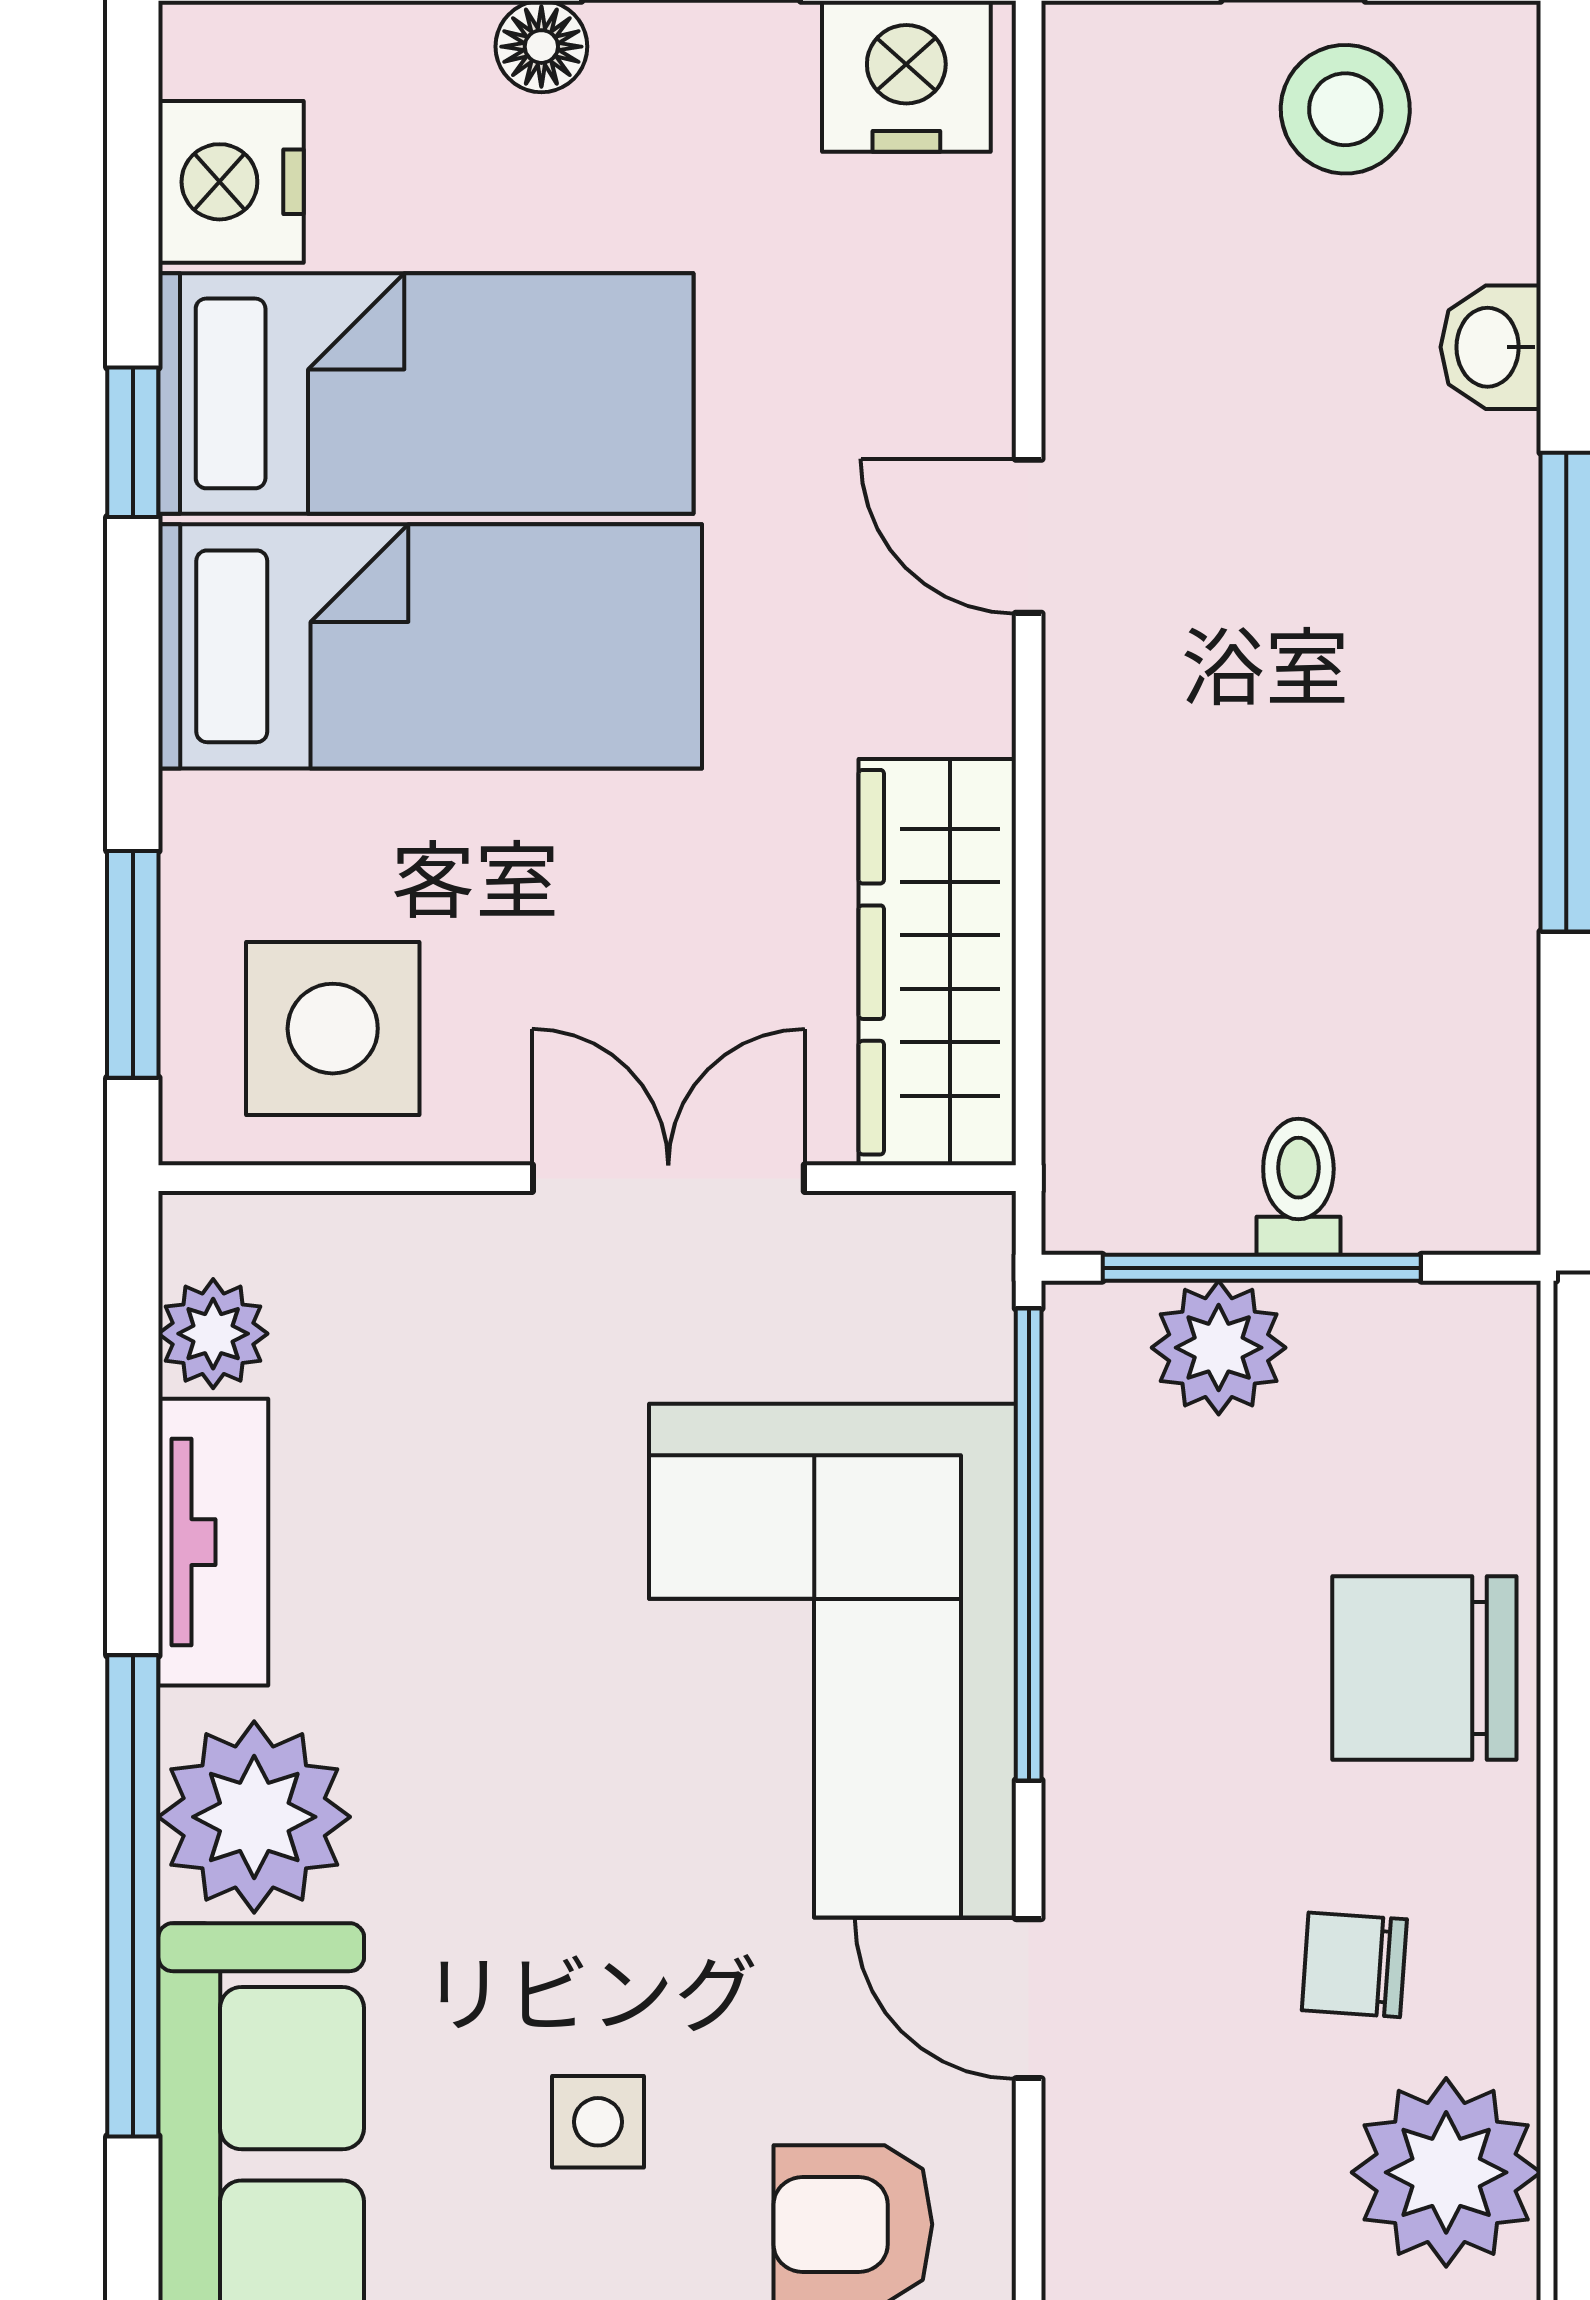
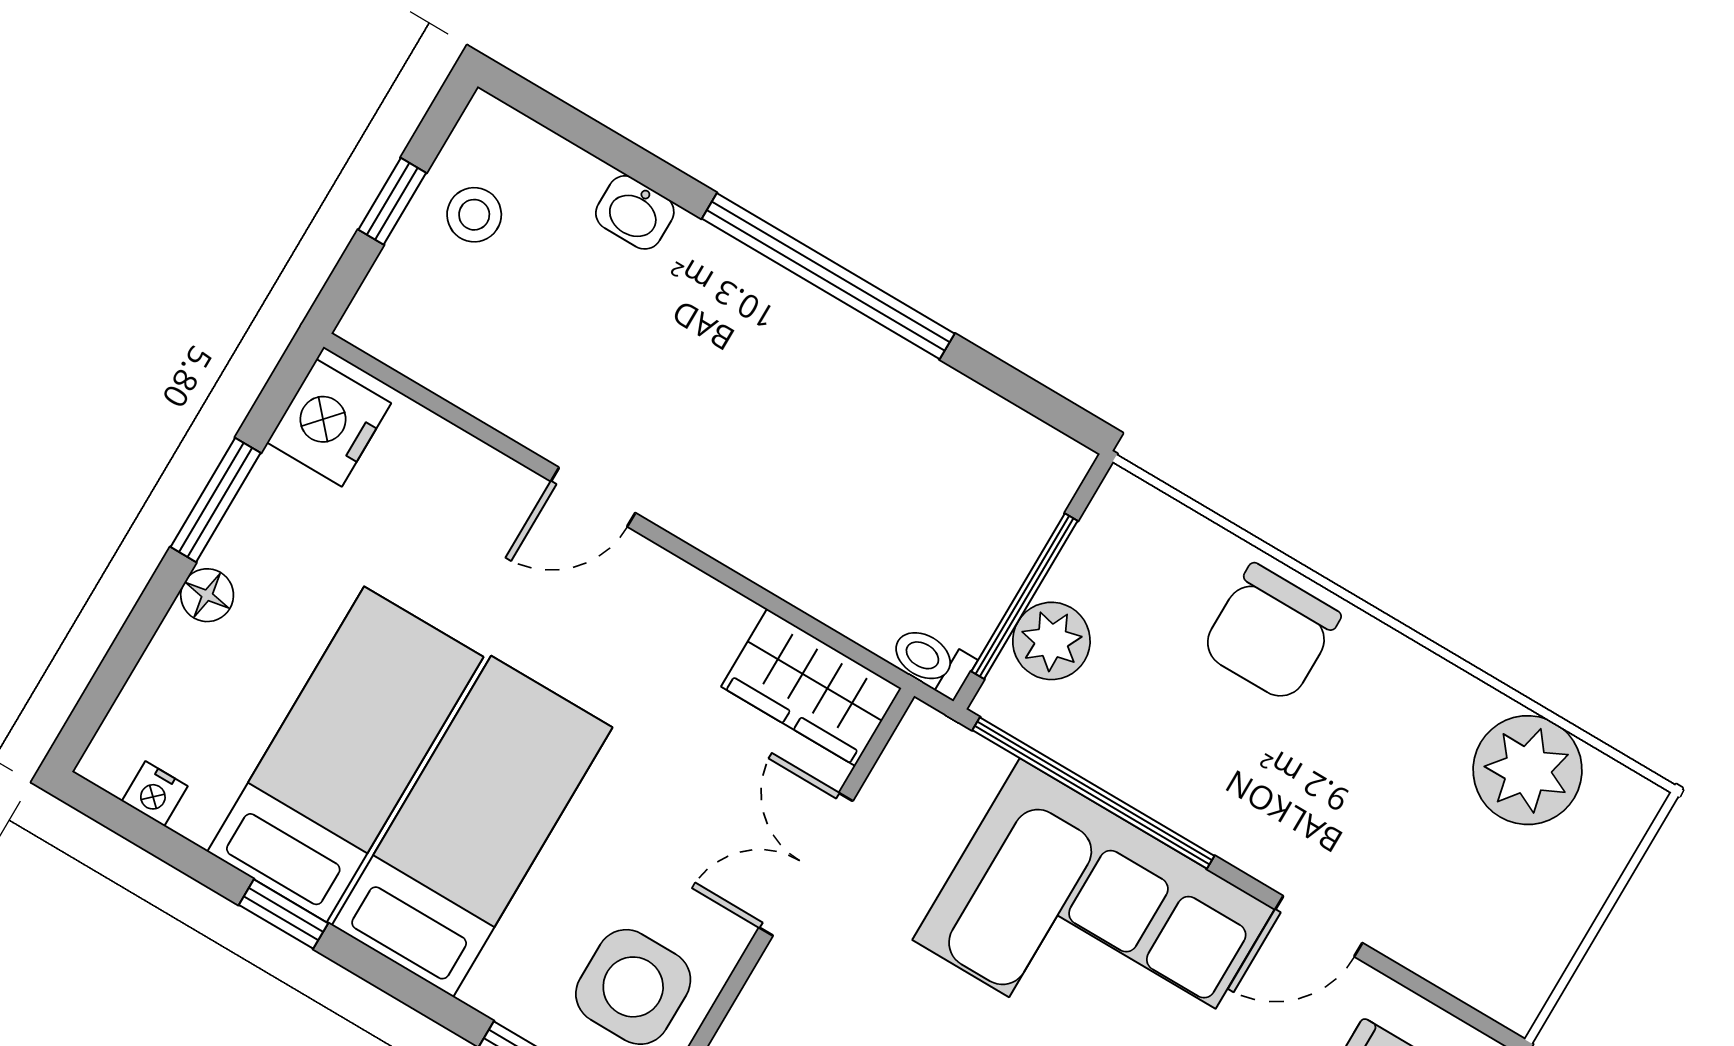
stool: (1345, 109) -> (474, 215), width x0.73, depth x0.73
nightstand: (231, 182) -> (155, 794), width x0.53, depth x0.56
wardrobe: (937, 962) -> (811, 687), width x0.67
toilet: (1298, 1187) -> (932, 661), moved
chair: (1354, 1965) -> (1398, 755), removed

